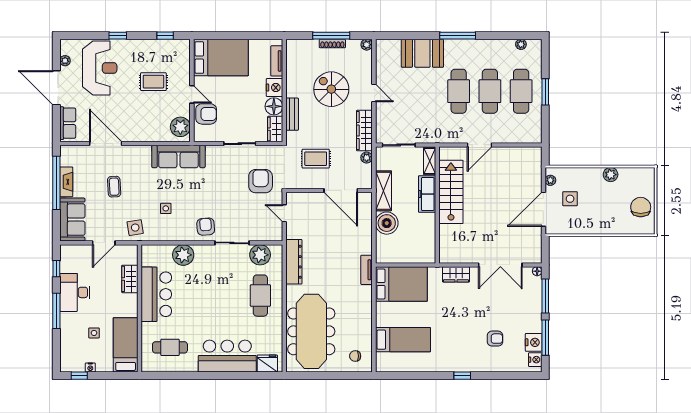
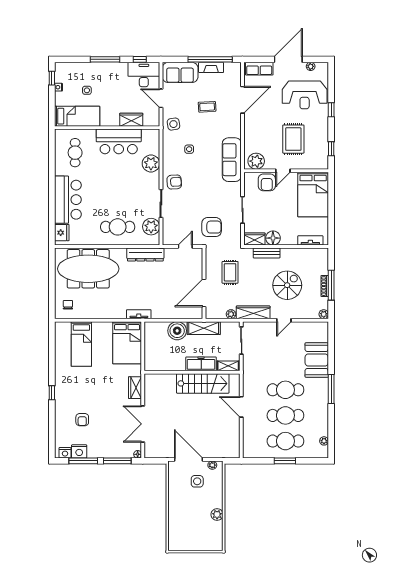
rug: (153, 82) -> (293, 139), width x1.36, depth x1.43
nightstand: (274, 88) -> (288, 238), removed
chair: (641, 207) -> (190, 539), removed
desk: (75, 292) -> (144, 74), moved

